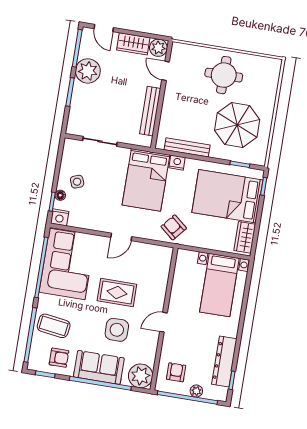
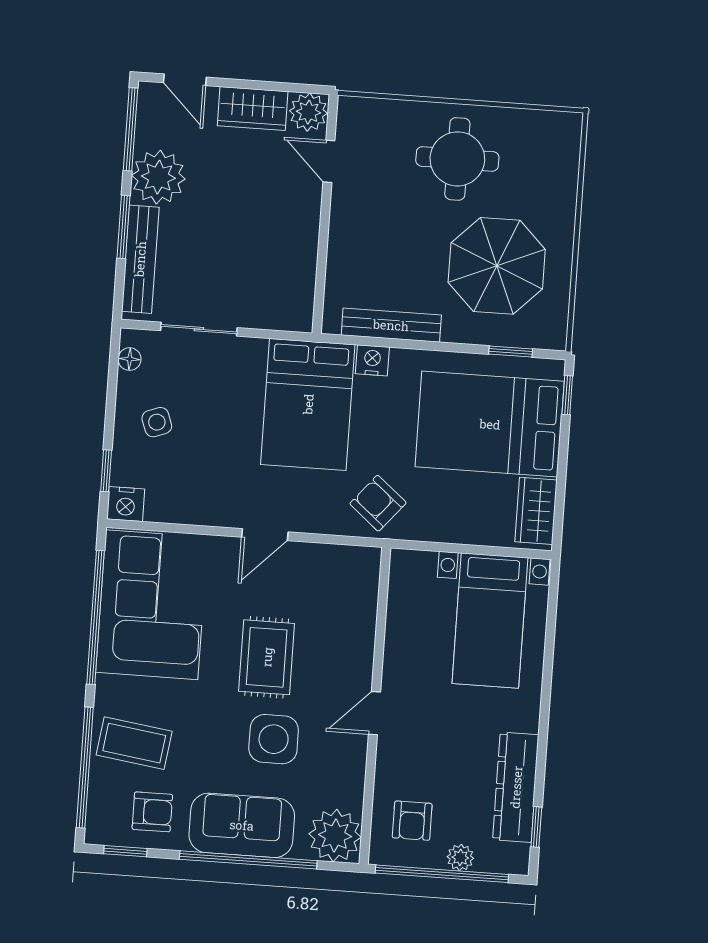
bench: (150, 111) -> (140, 259), moved
floor lamp: (60, 195) -> (130, 359), moved
rug: (117, 292) -> (267, 657), turned 90
armchair: (176, 372) -> (412, 821), turned 180

